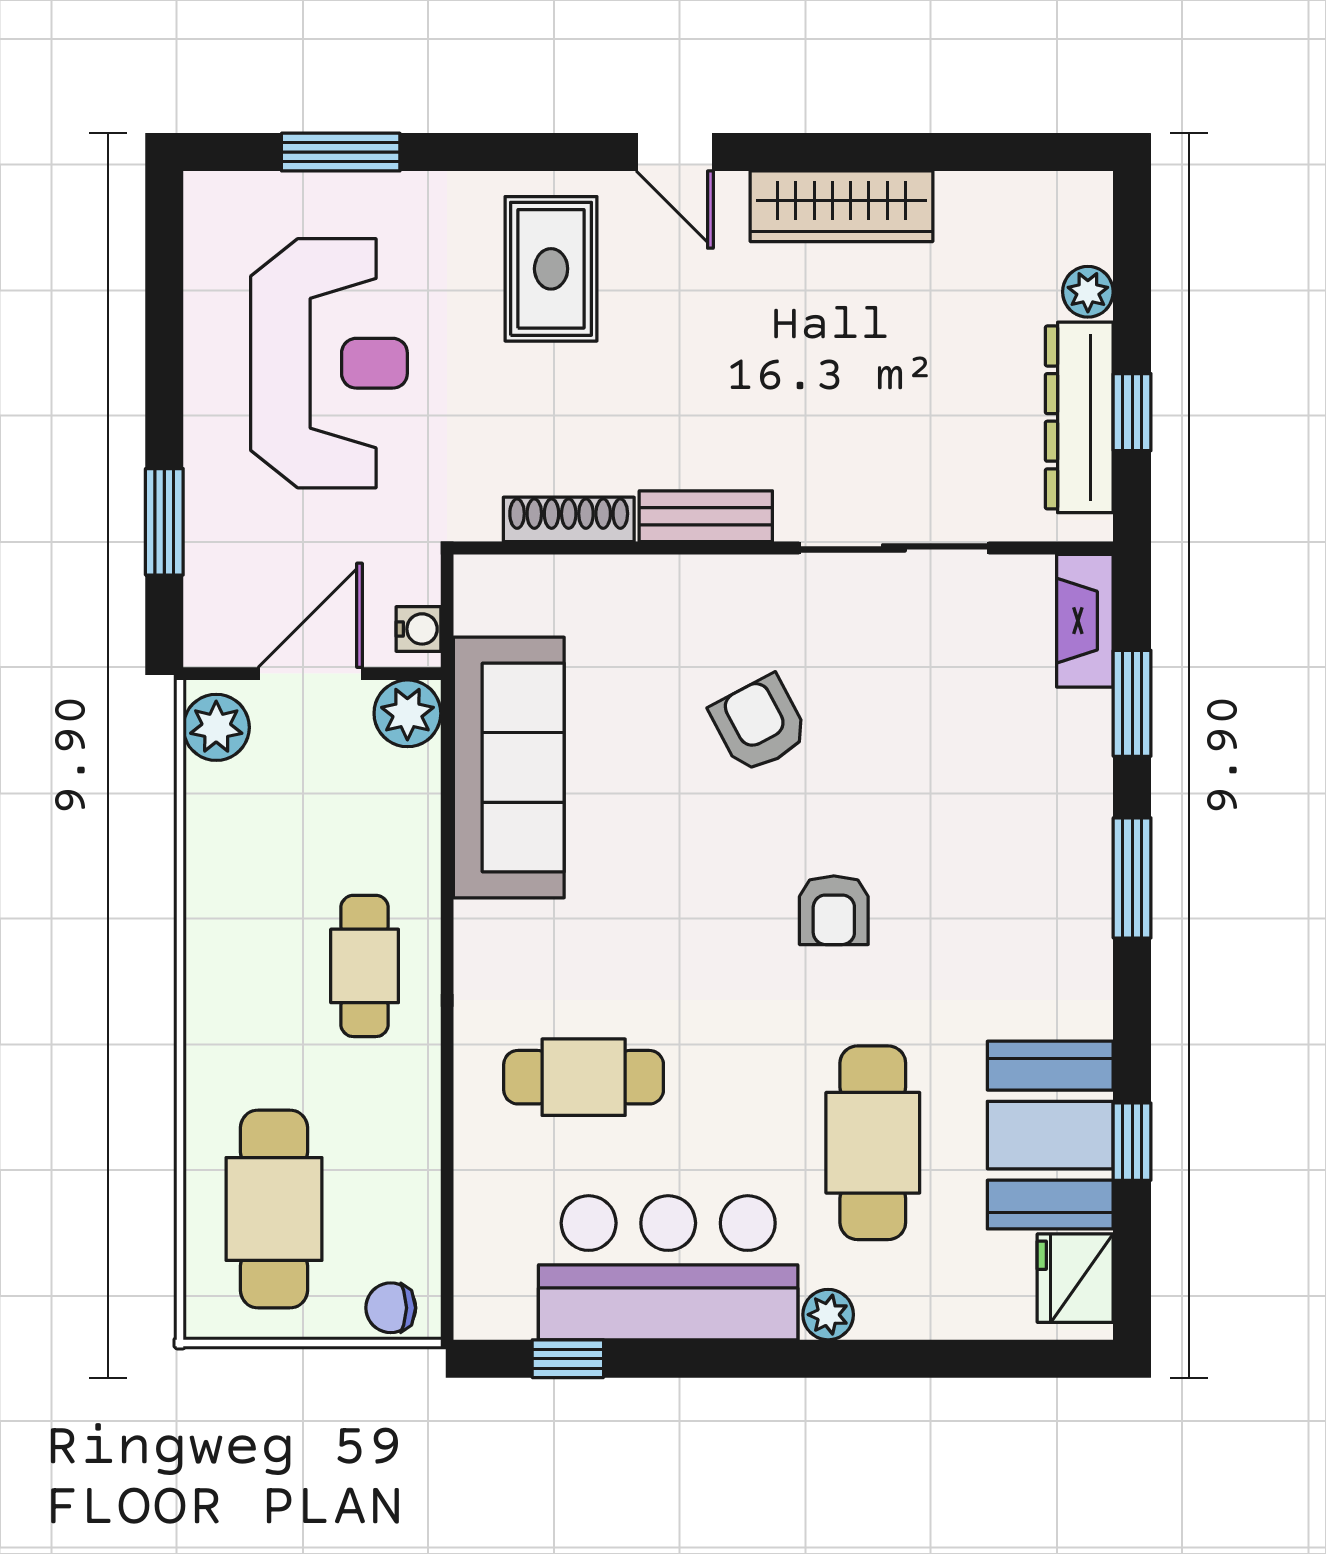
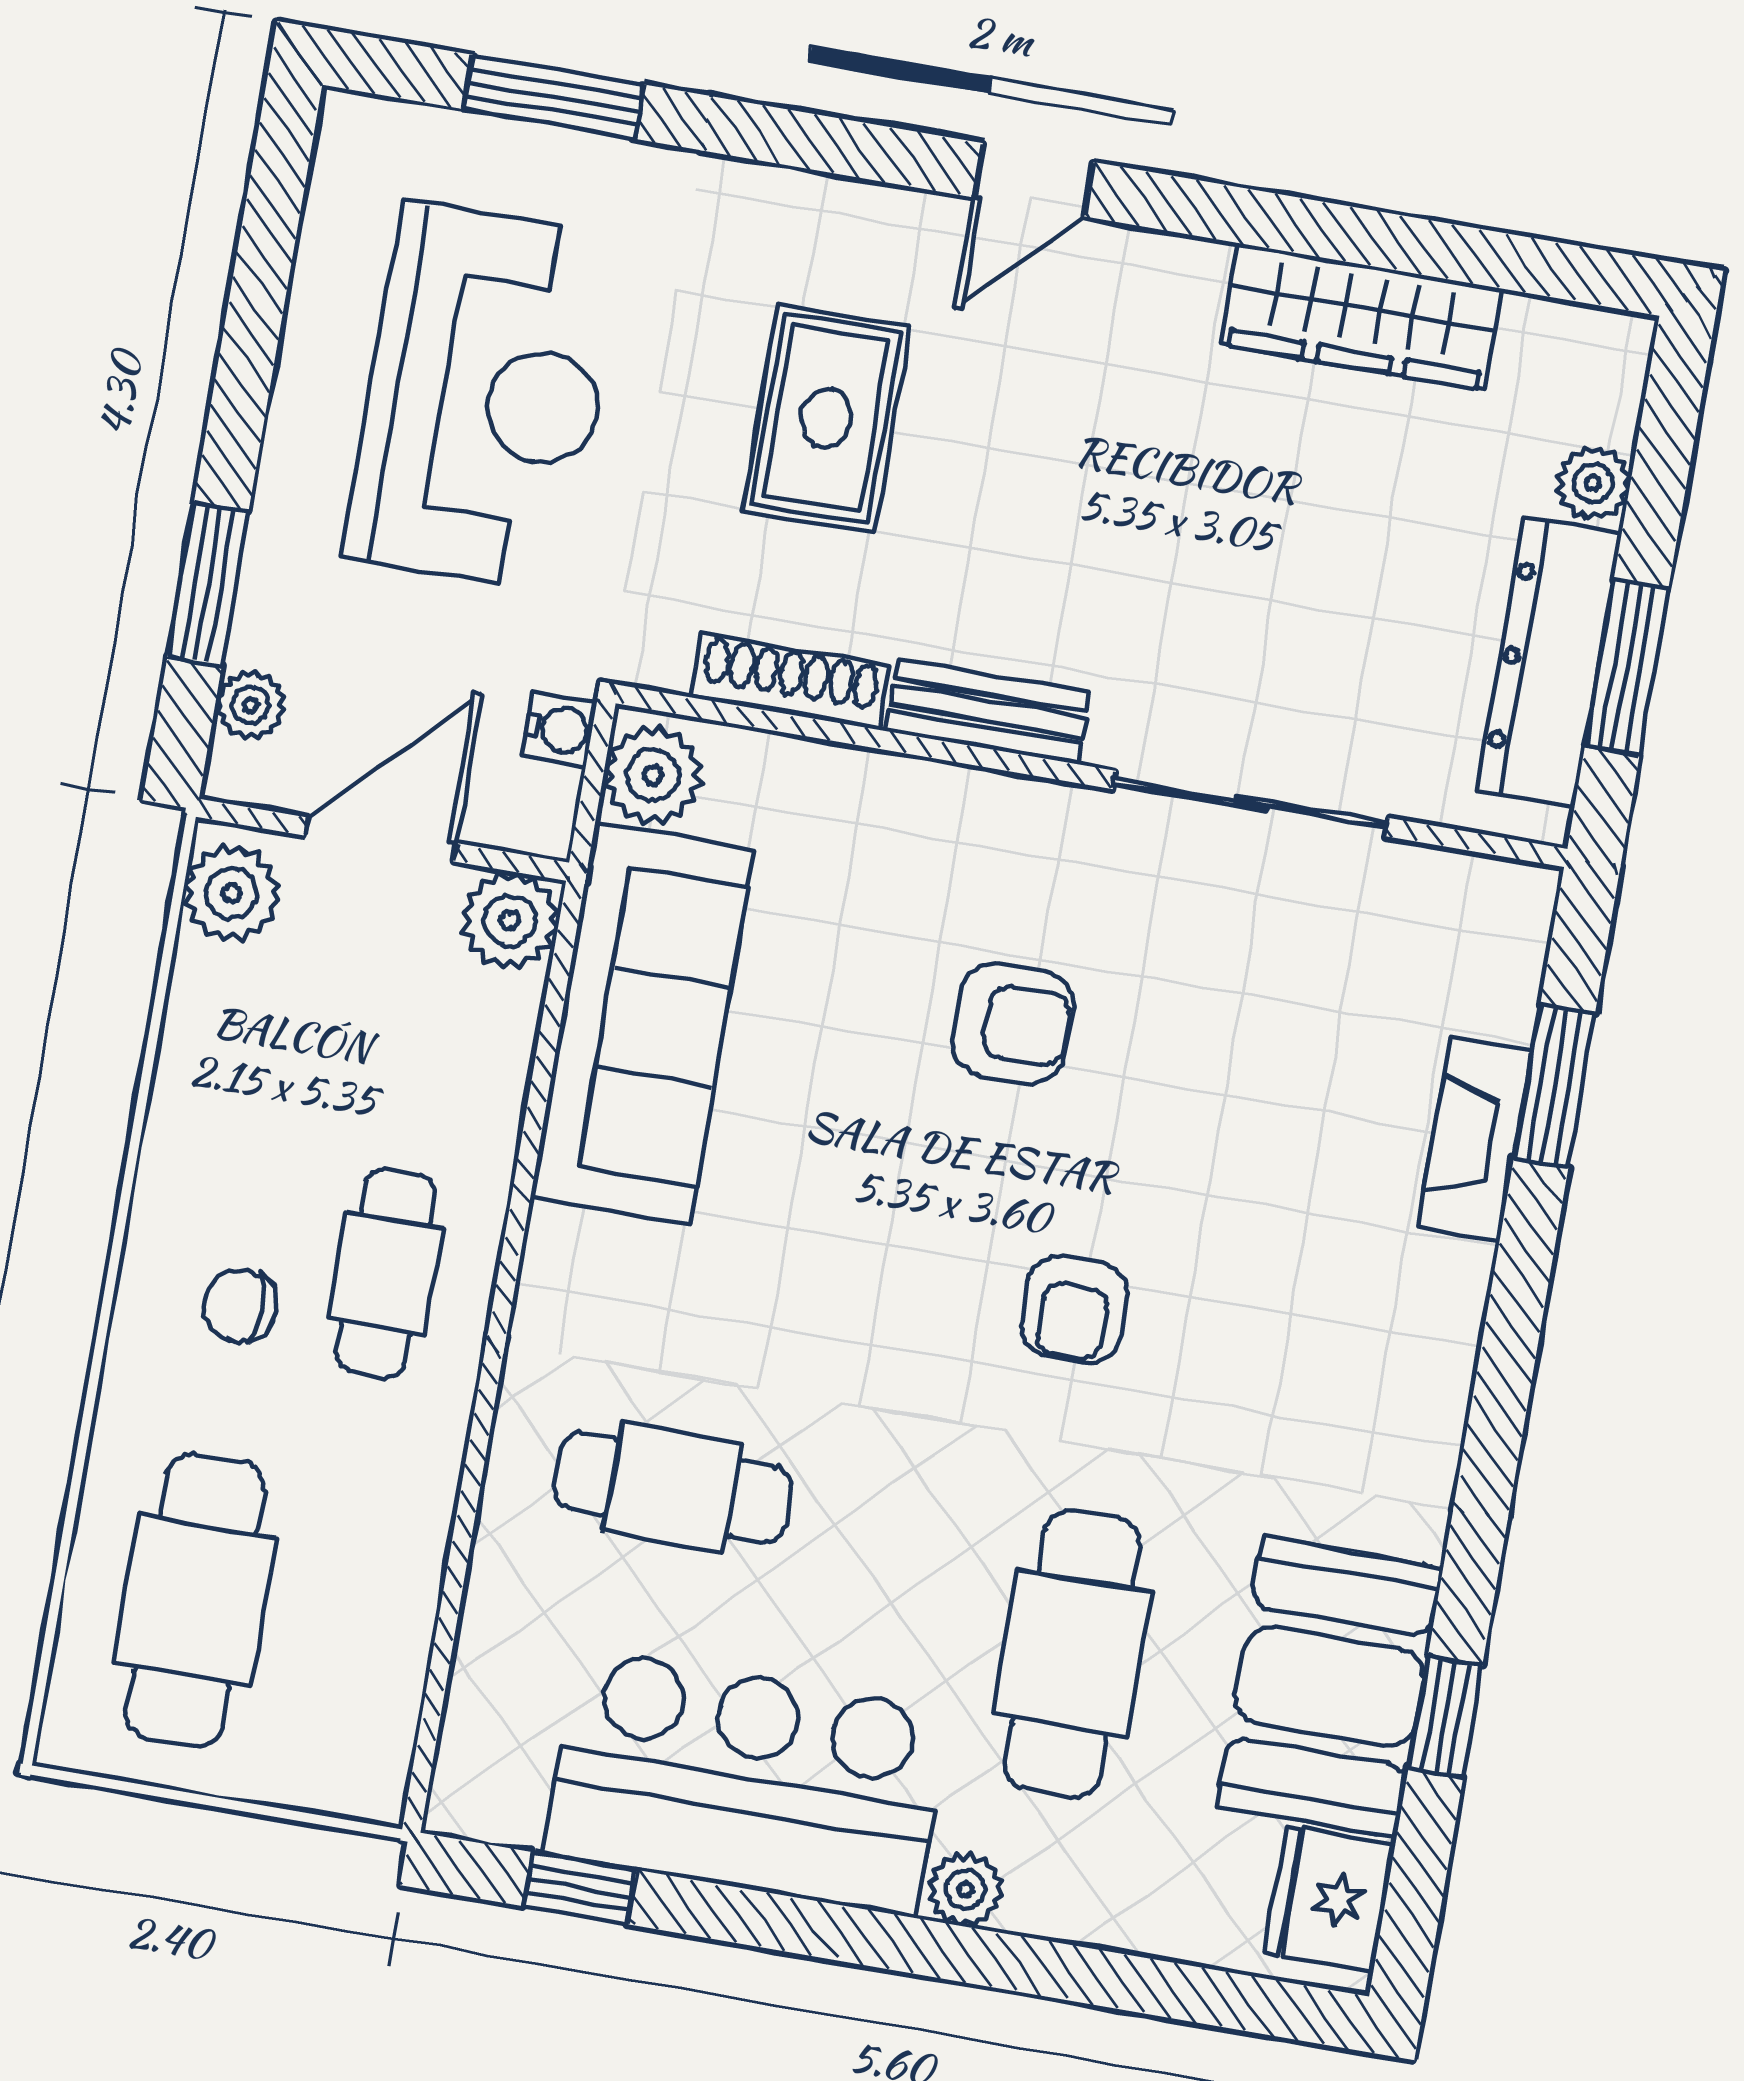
door: (675, 152) -> (1034, 180), hinge flipped
wardrobe: (842, 206) -> (1361, 317), moved
rug: (551, 269) -> (826, 418), moved
window: (1132, 412) -> (1627, 667), width x1.50
plant: (207, 598) -> (250, 705), added
plant: (487, 599) -> (653, 775), added
fireplace: (1085, 621) -> (1475, 1139), moved
water cooler: (418, 629) -> (559, 729), moved
armchair: (759, 724) -> (1013, 1023), turned 118
window: (1132, 878) -> (1511, 1337), removed
chair: (391, 1308) -> (240, 1306), moved

